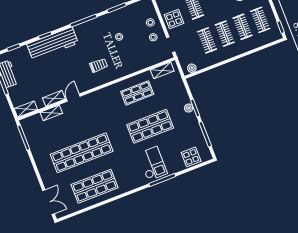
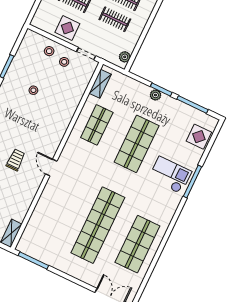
trolley: (99, 65) -> (16, 160), moved
shelving: (54, 98) -> (27, 200), removed
door: (73, 98) -> (51, 168), moved
shelving: (51, 113) -> (37, 215), removed

